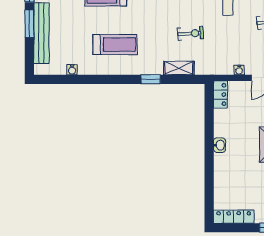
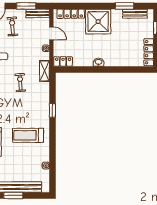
treadmill: (115, 45) -> (28, 135), turned -90
shelving: (179, 68) -> (44, 71), moved

